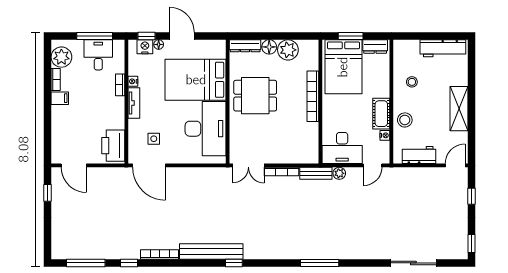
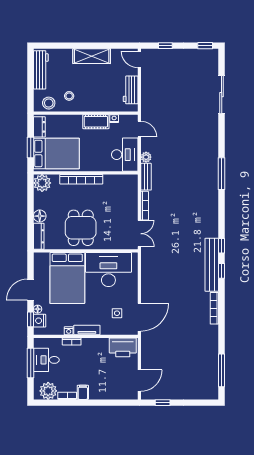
plant: (288, 50) -> (42, 183), moved
stool: (405, 120) -> (49, 103), moved
window: (129, 263) -> (222, 271), moved

